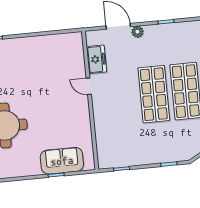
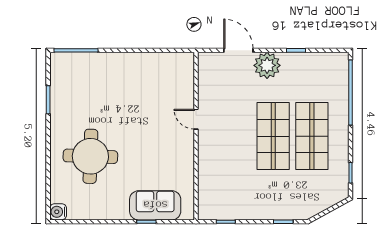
plant: (137, 32) -> (267, 65), width x1.87, depth x1.87
freezer: (96, 59) -> (208, 88), removed

